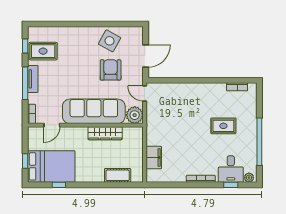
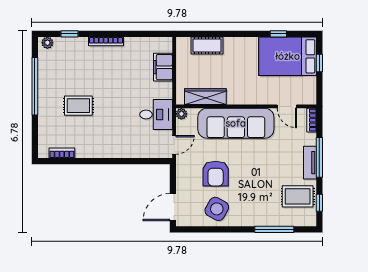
window: (62, 24) -> (274, 229), added
door: (146, 56) -> (173, 207), moved
door: (145, 94) -> (174, 145), hinge flipped
plant: (135, 115) -> (181, 114), width x0.53, depth x0.53
door: (52, 125) -> (287, 106), swing flipped
wardrobe: (105, 133) -> (205, 97), moved
desk: (231, 169) -> (156, 114), moved, turned 90

